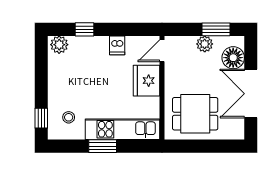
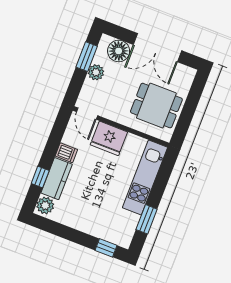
kitchen counter: (89, 46) -> (57, 179), added
dining table: (195, 114) -> (156, 106), turned 90
stool: (69, 117) -> (115, 222), removed
window: (103, 146) -> (147, 219), moved

